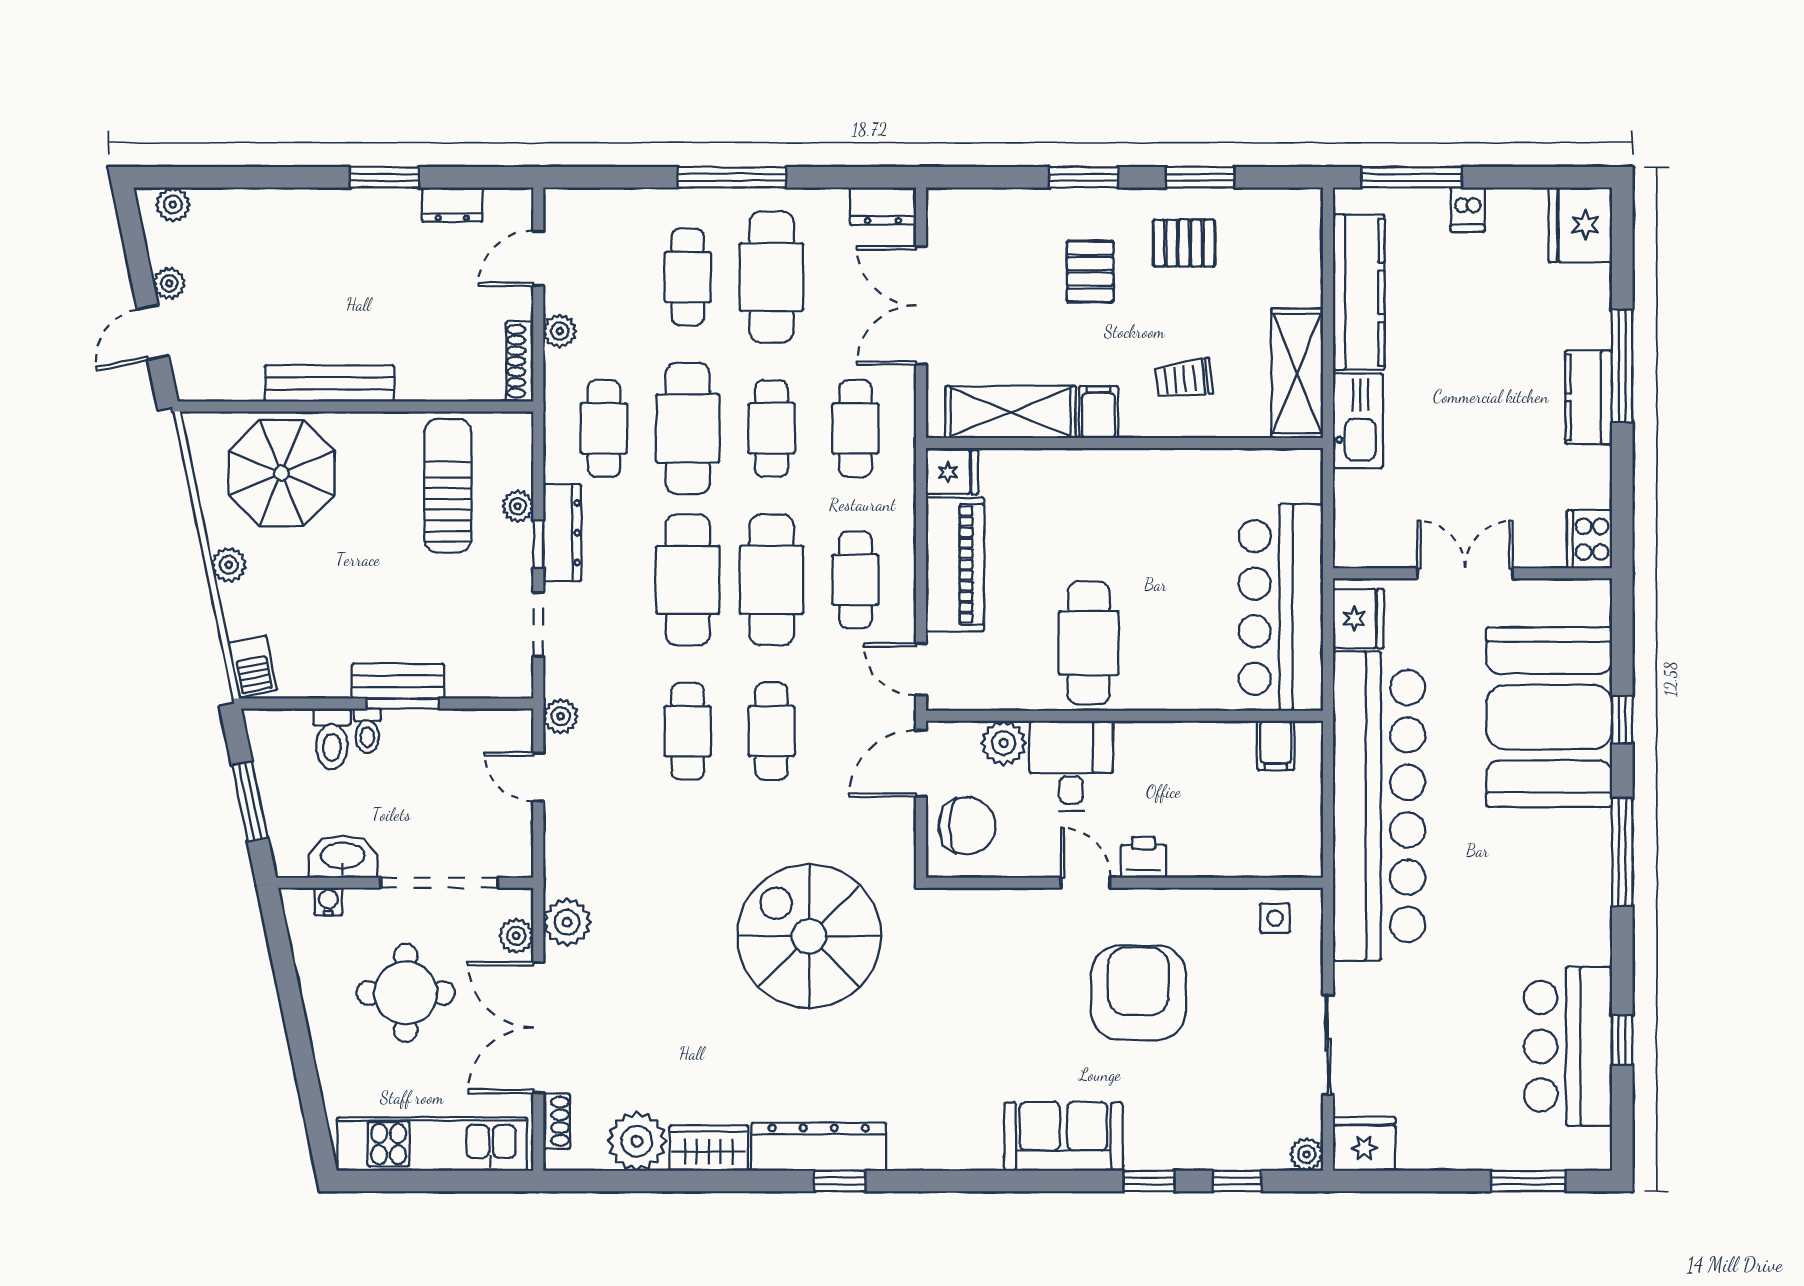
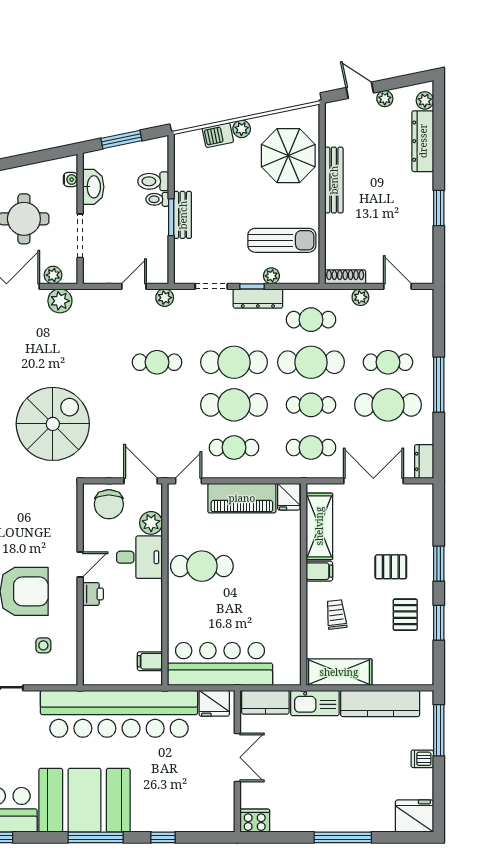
dresser: (452, 205) -> (423, 141), moved, width x1.96, depth x1.24
kitchen counter: (1589, 397) -> (265, 702), moved, turned 180
barbecue: (252, 667) -> (218, 135), moved
booth: (1549, 717) -> (84, 800), moved
cafe table: (772, 731) -> (157, 405), removed
doorway: (439, 883) -> (80, 236), width x0.73
side table: (1275, 918) -> (43, 645), moved

